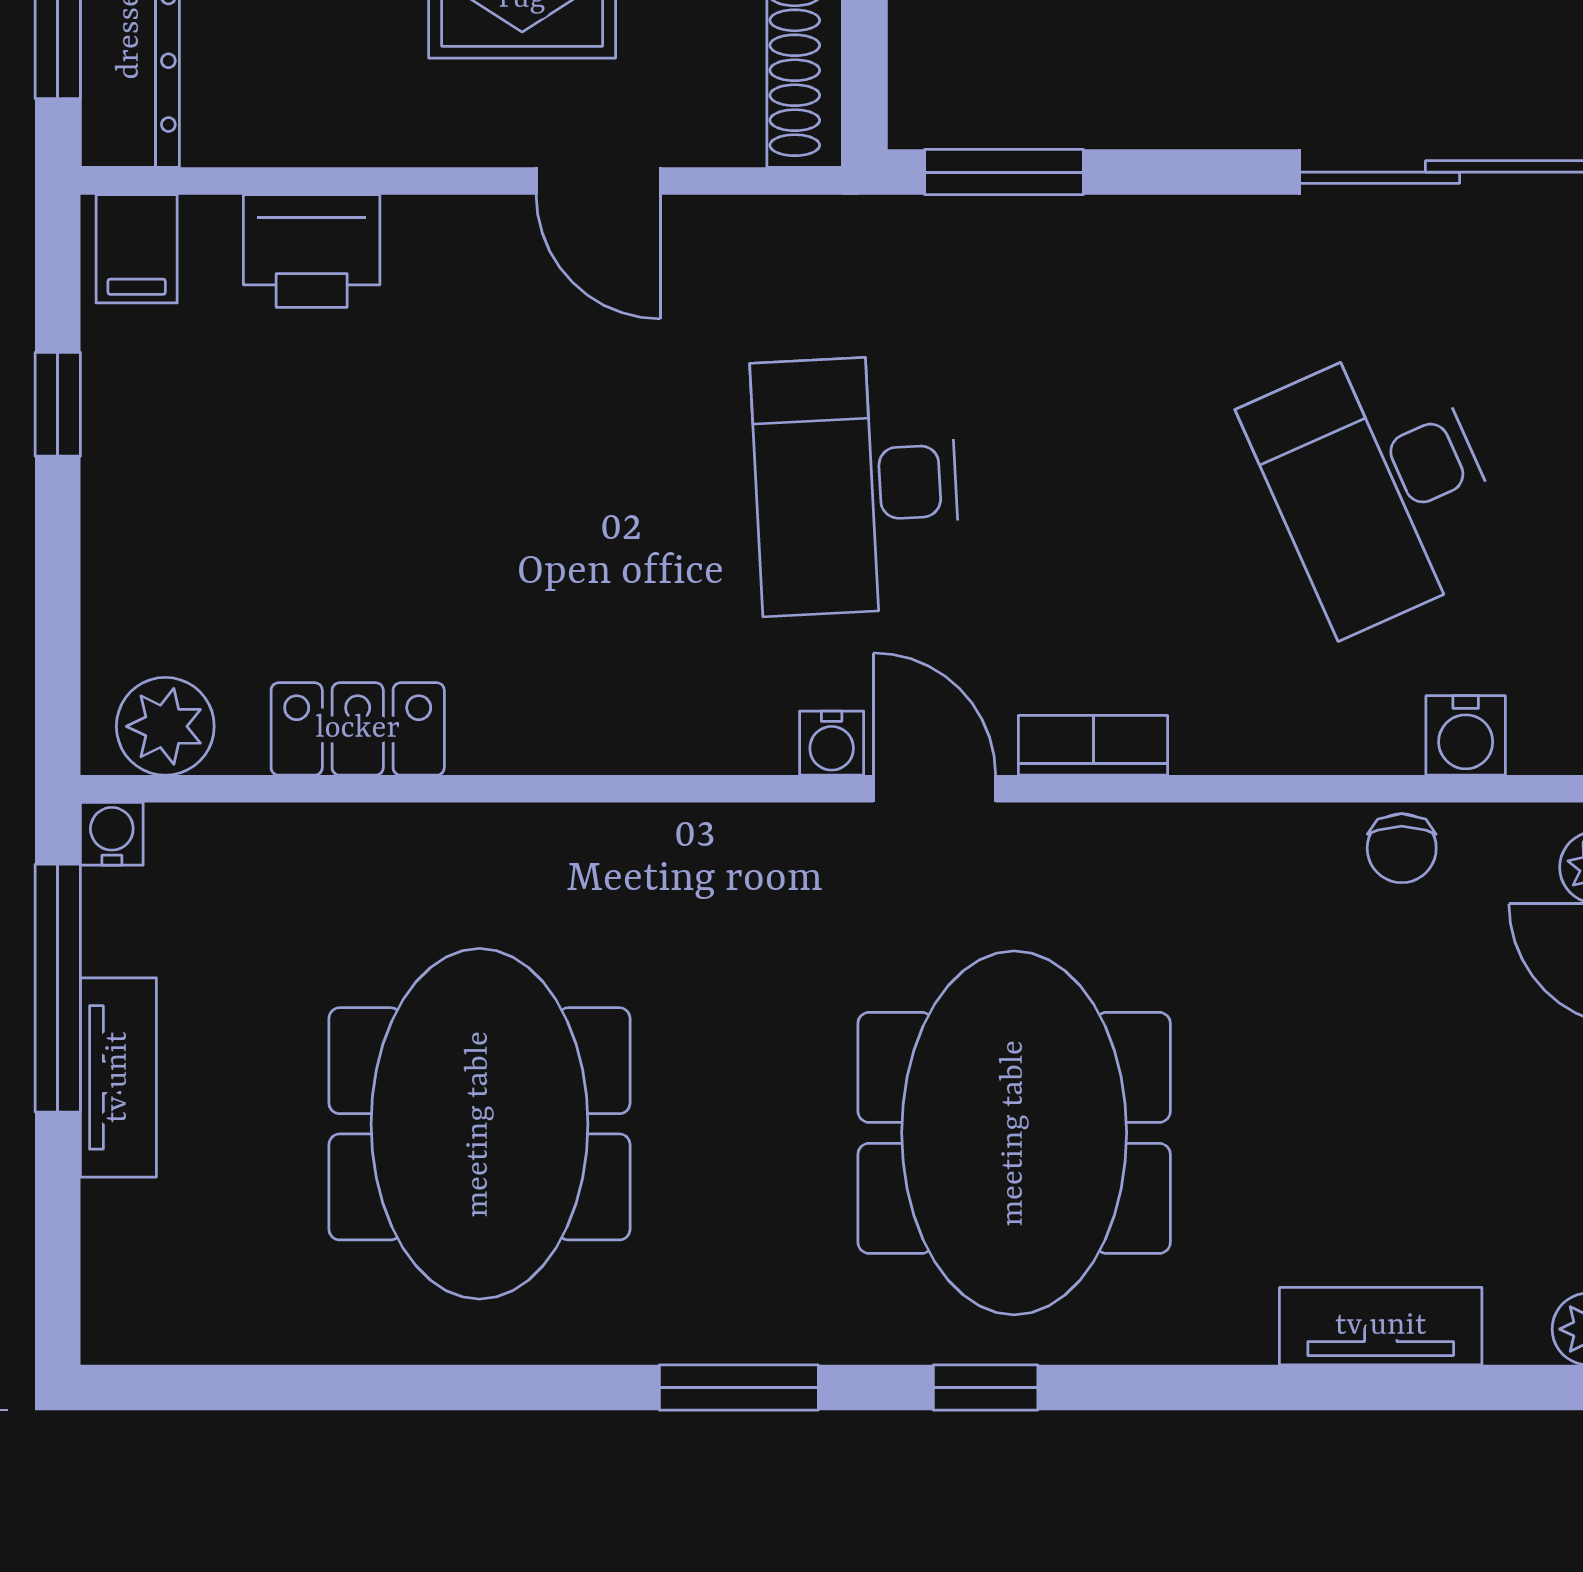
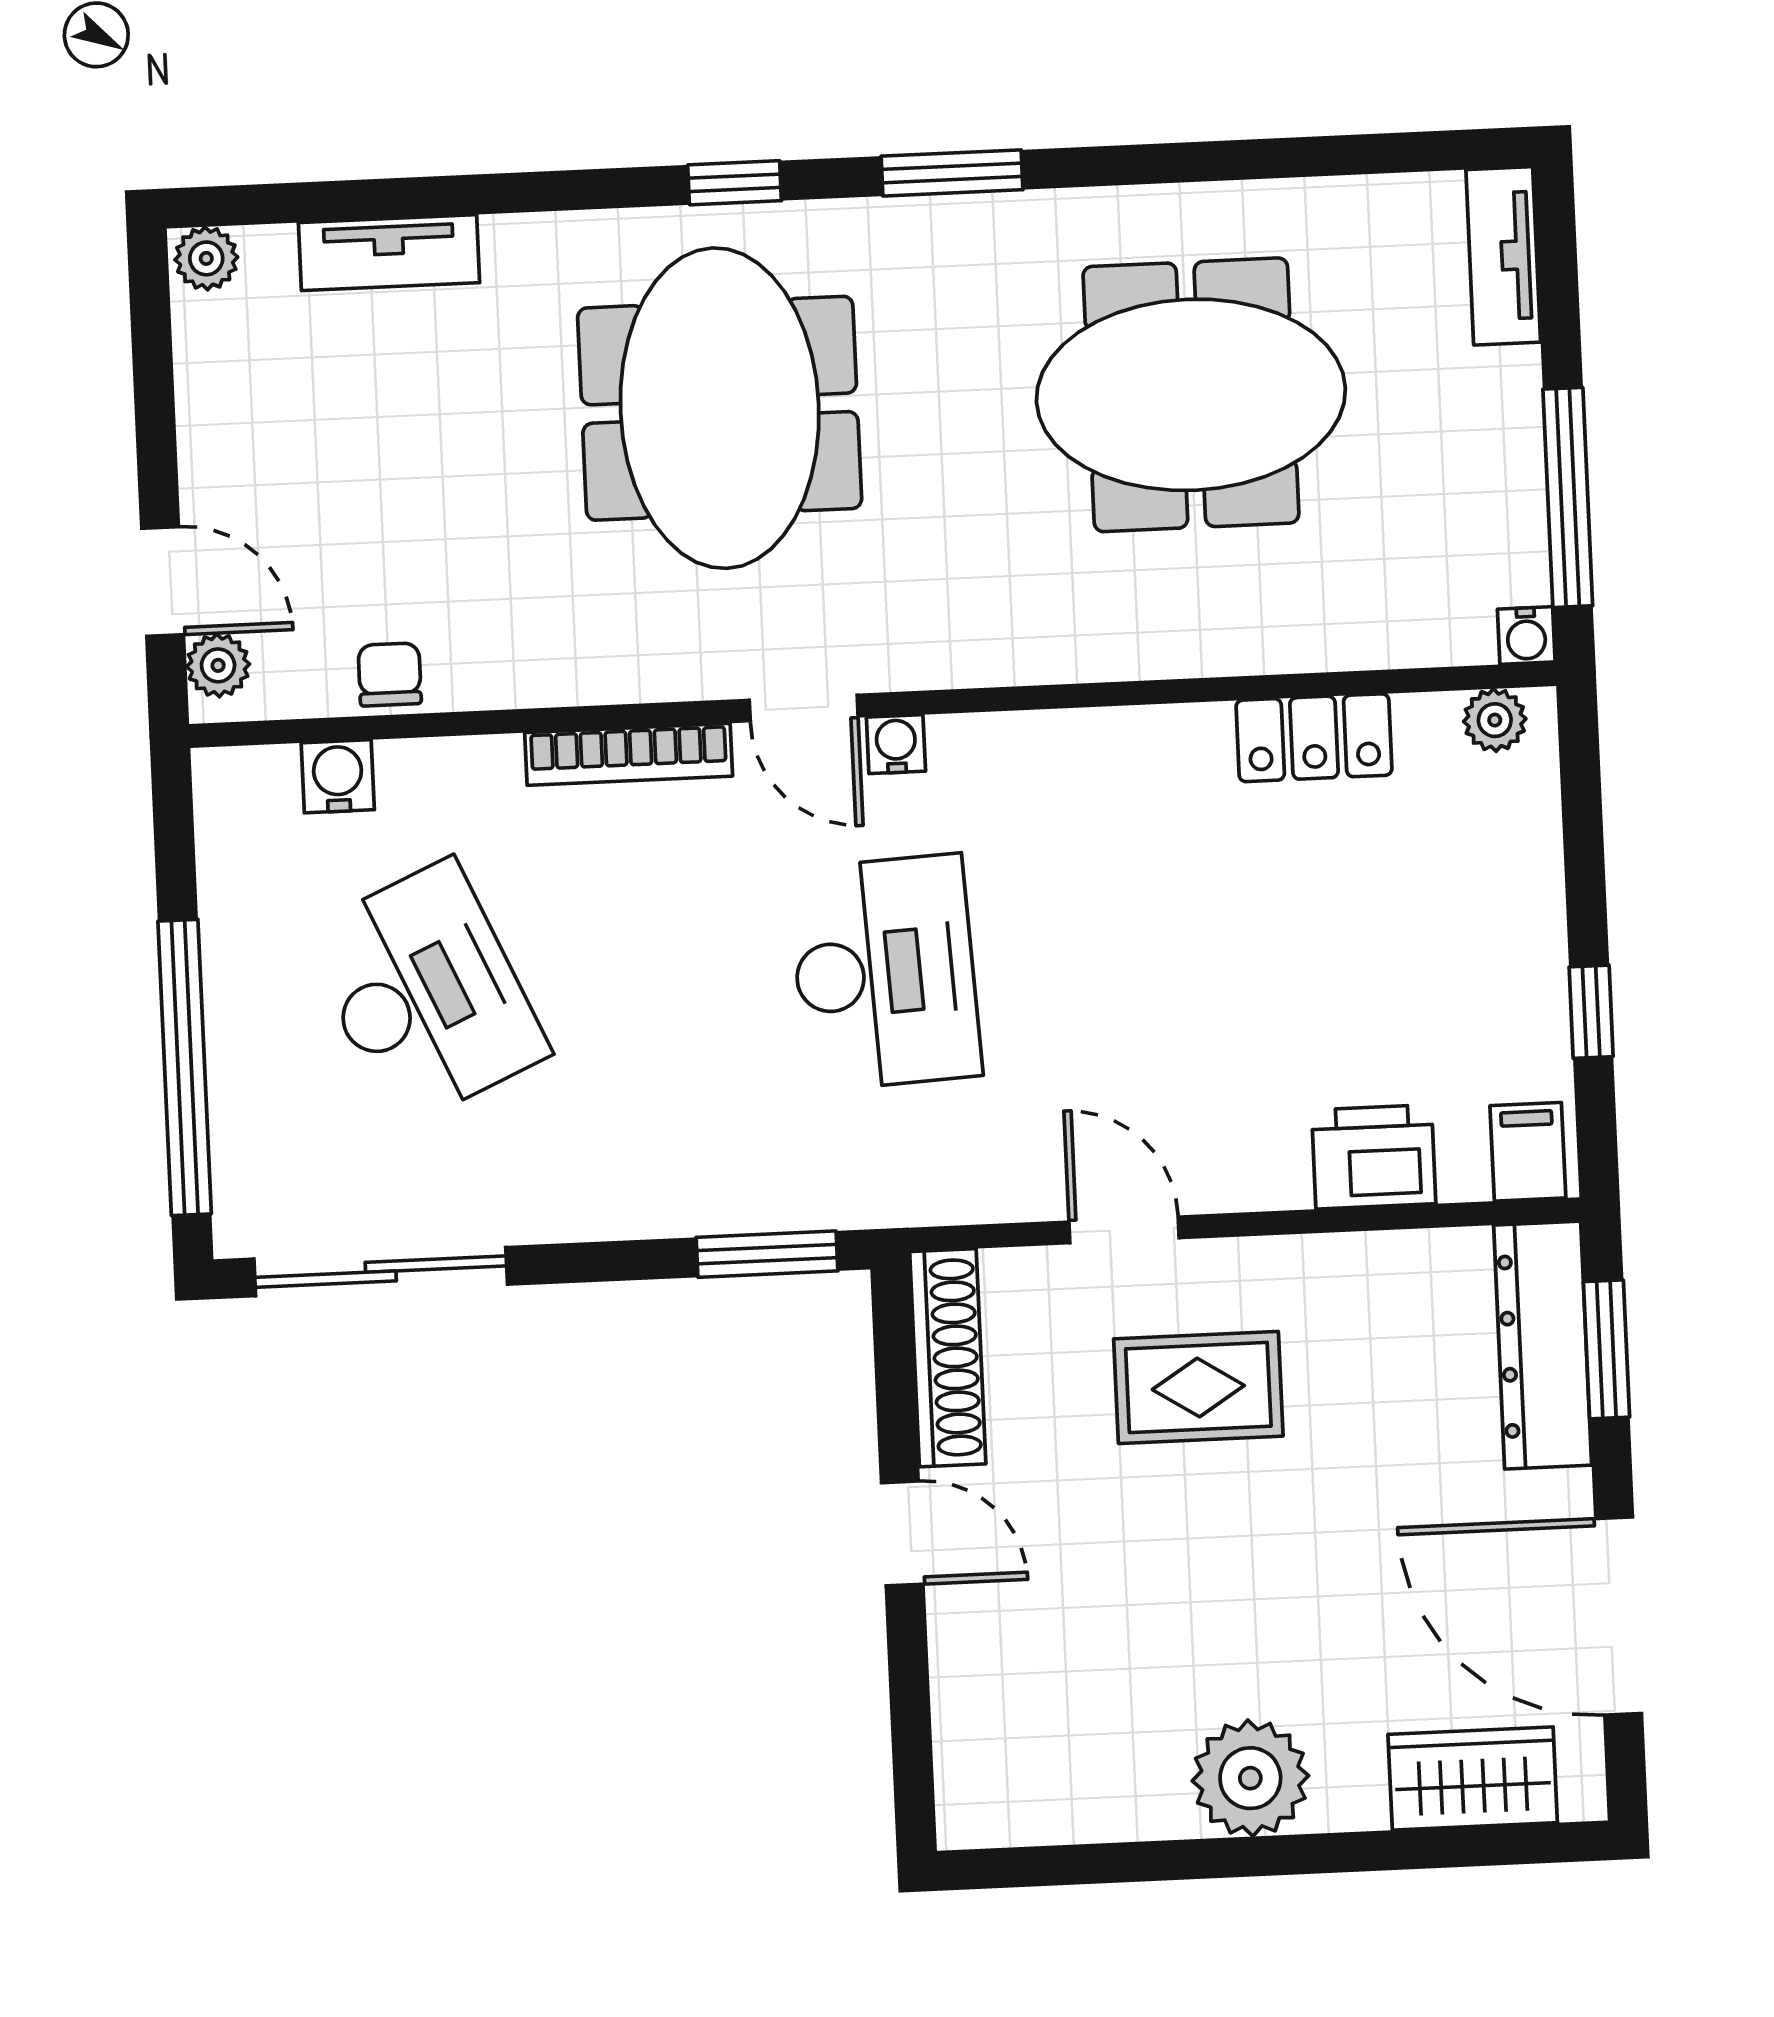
plant: (165, 726) -> (1495, 720), width x0.73, depth x0.73
bookcase: (1093, 745) -> (629, 754), width x1.56
tv unit: (118, 1077) -> (1503, 256), moved
meeting table: (479, 1124) -> (1191, 395), turned 90

